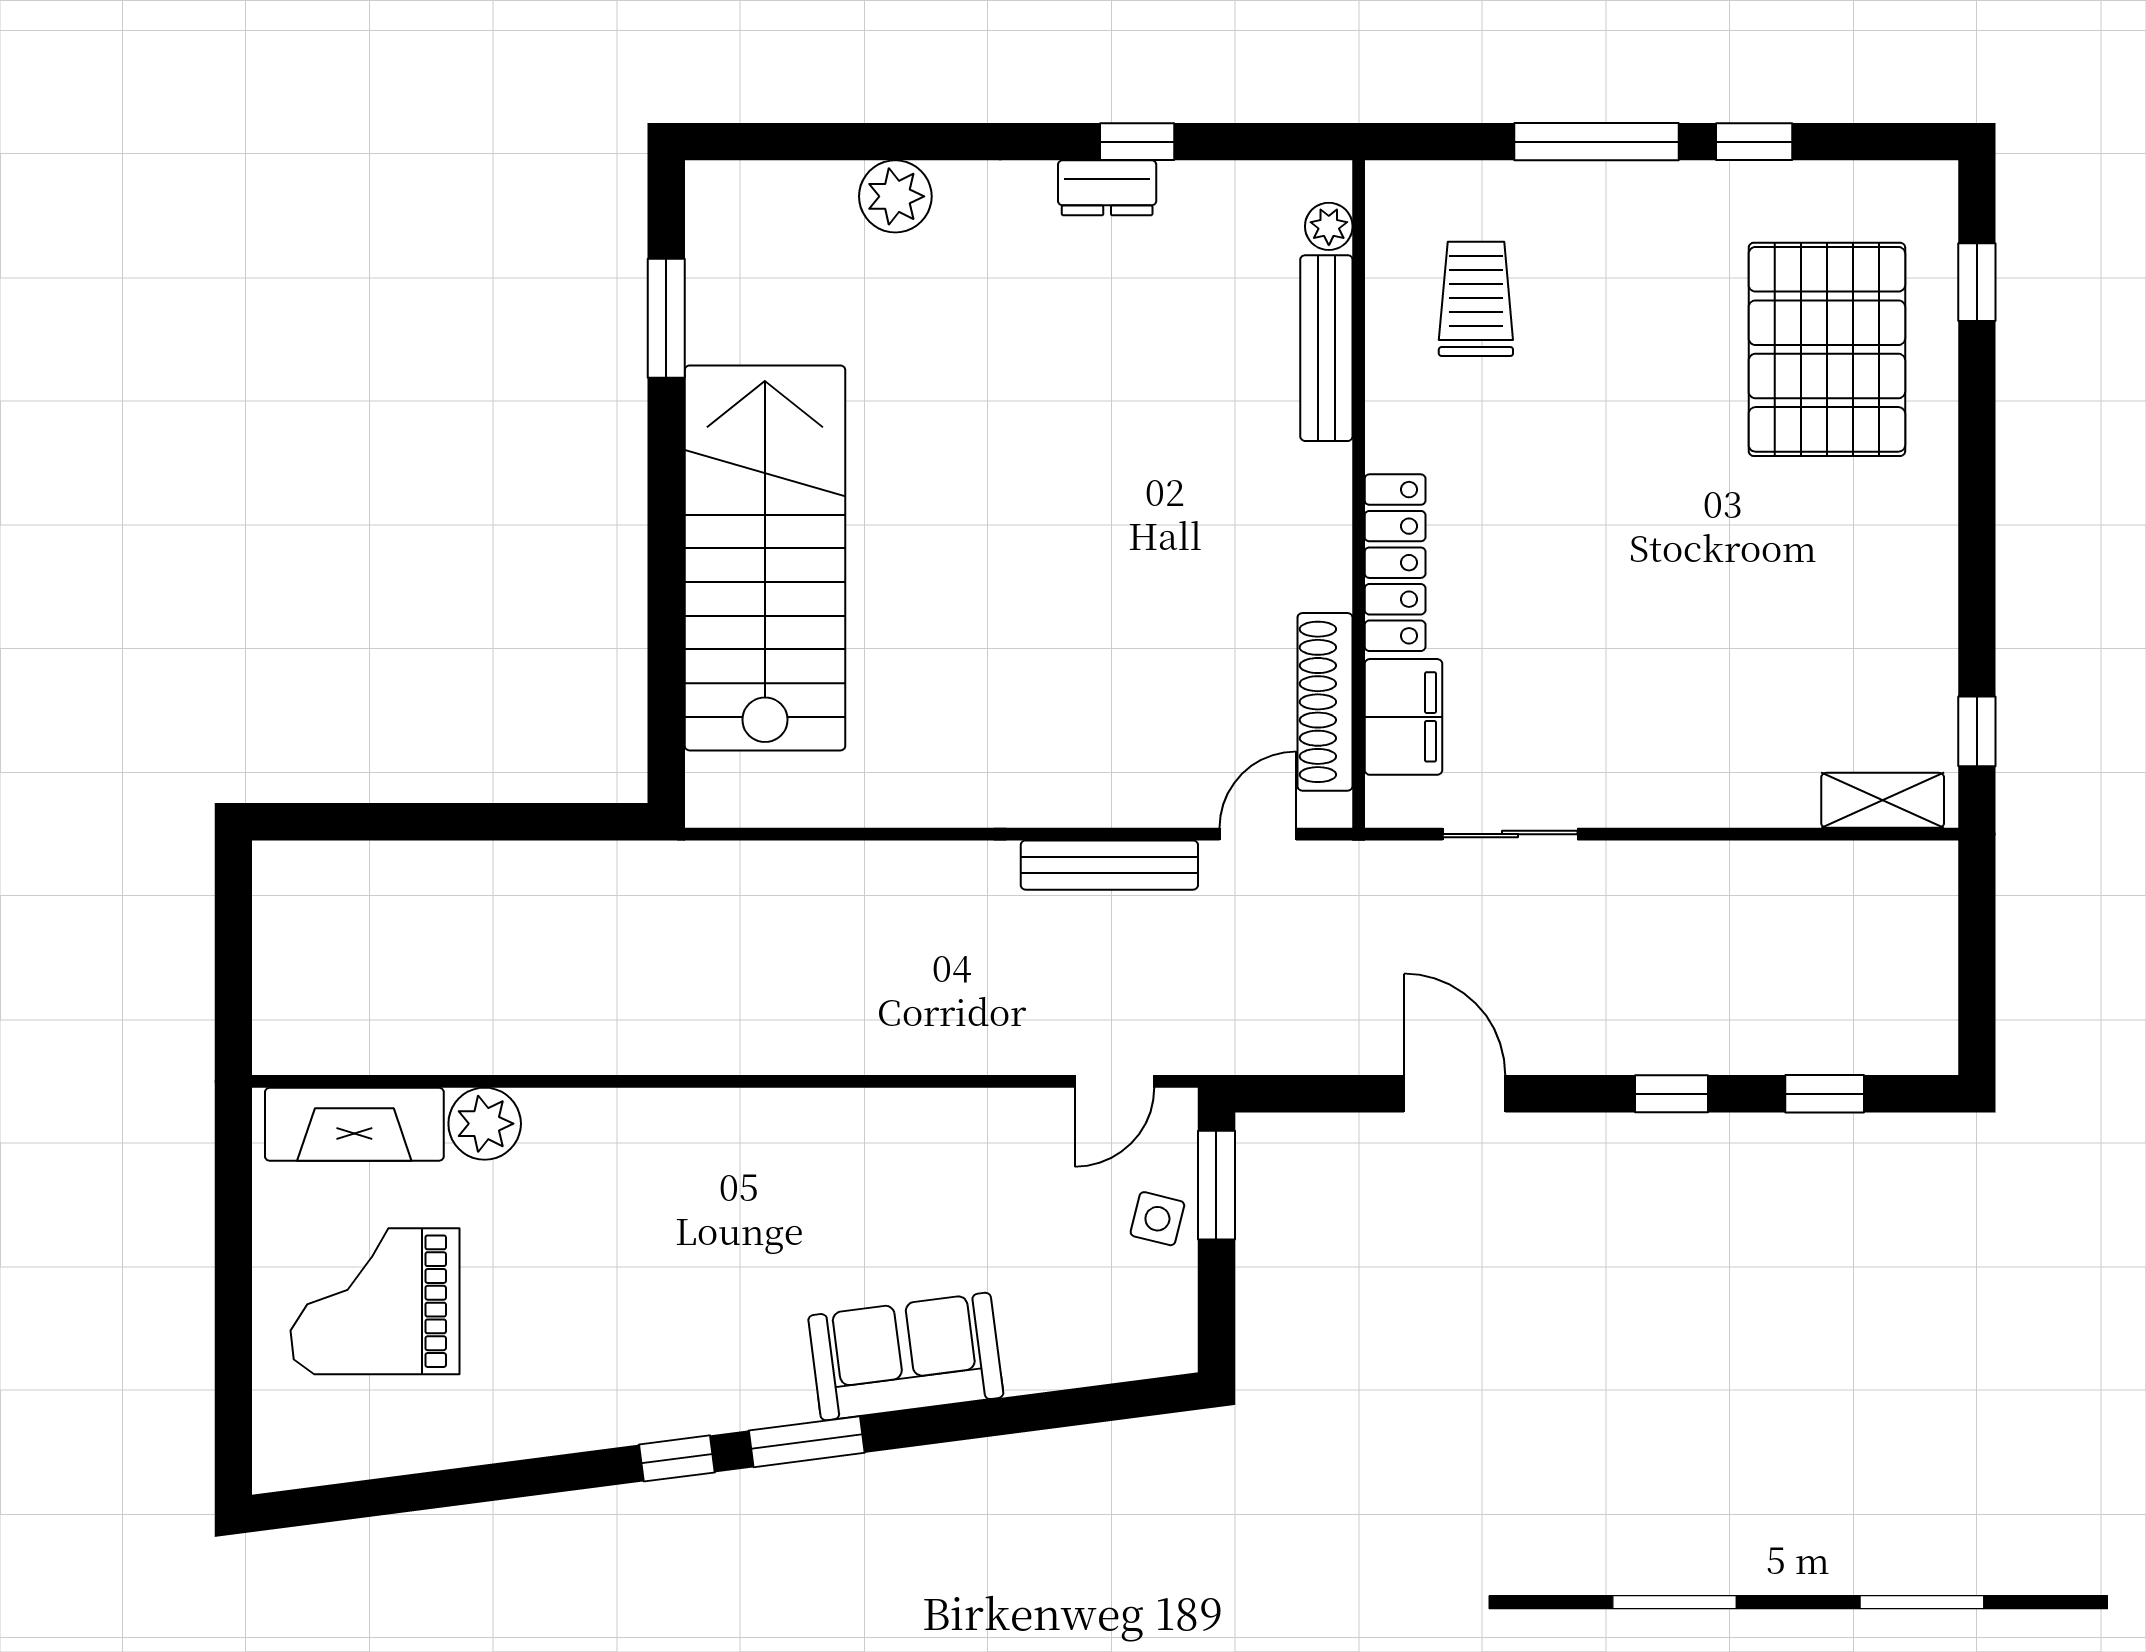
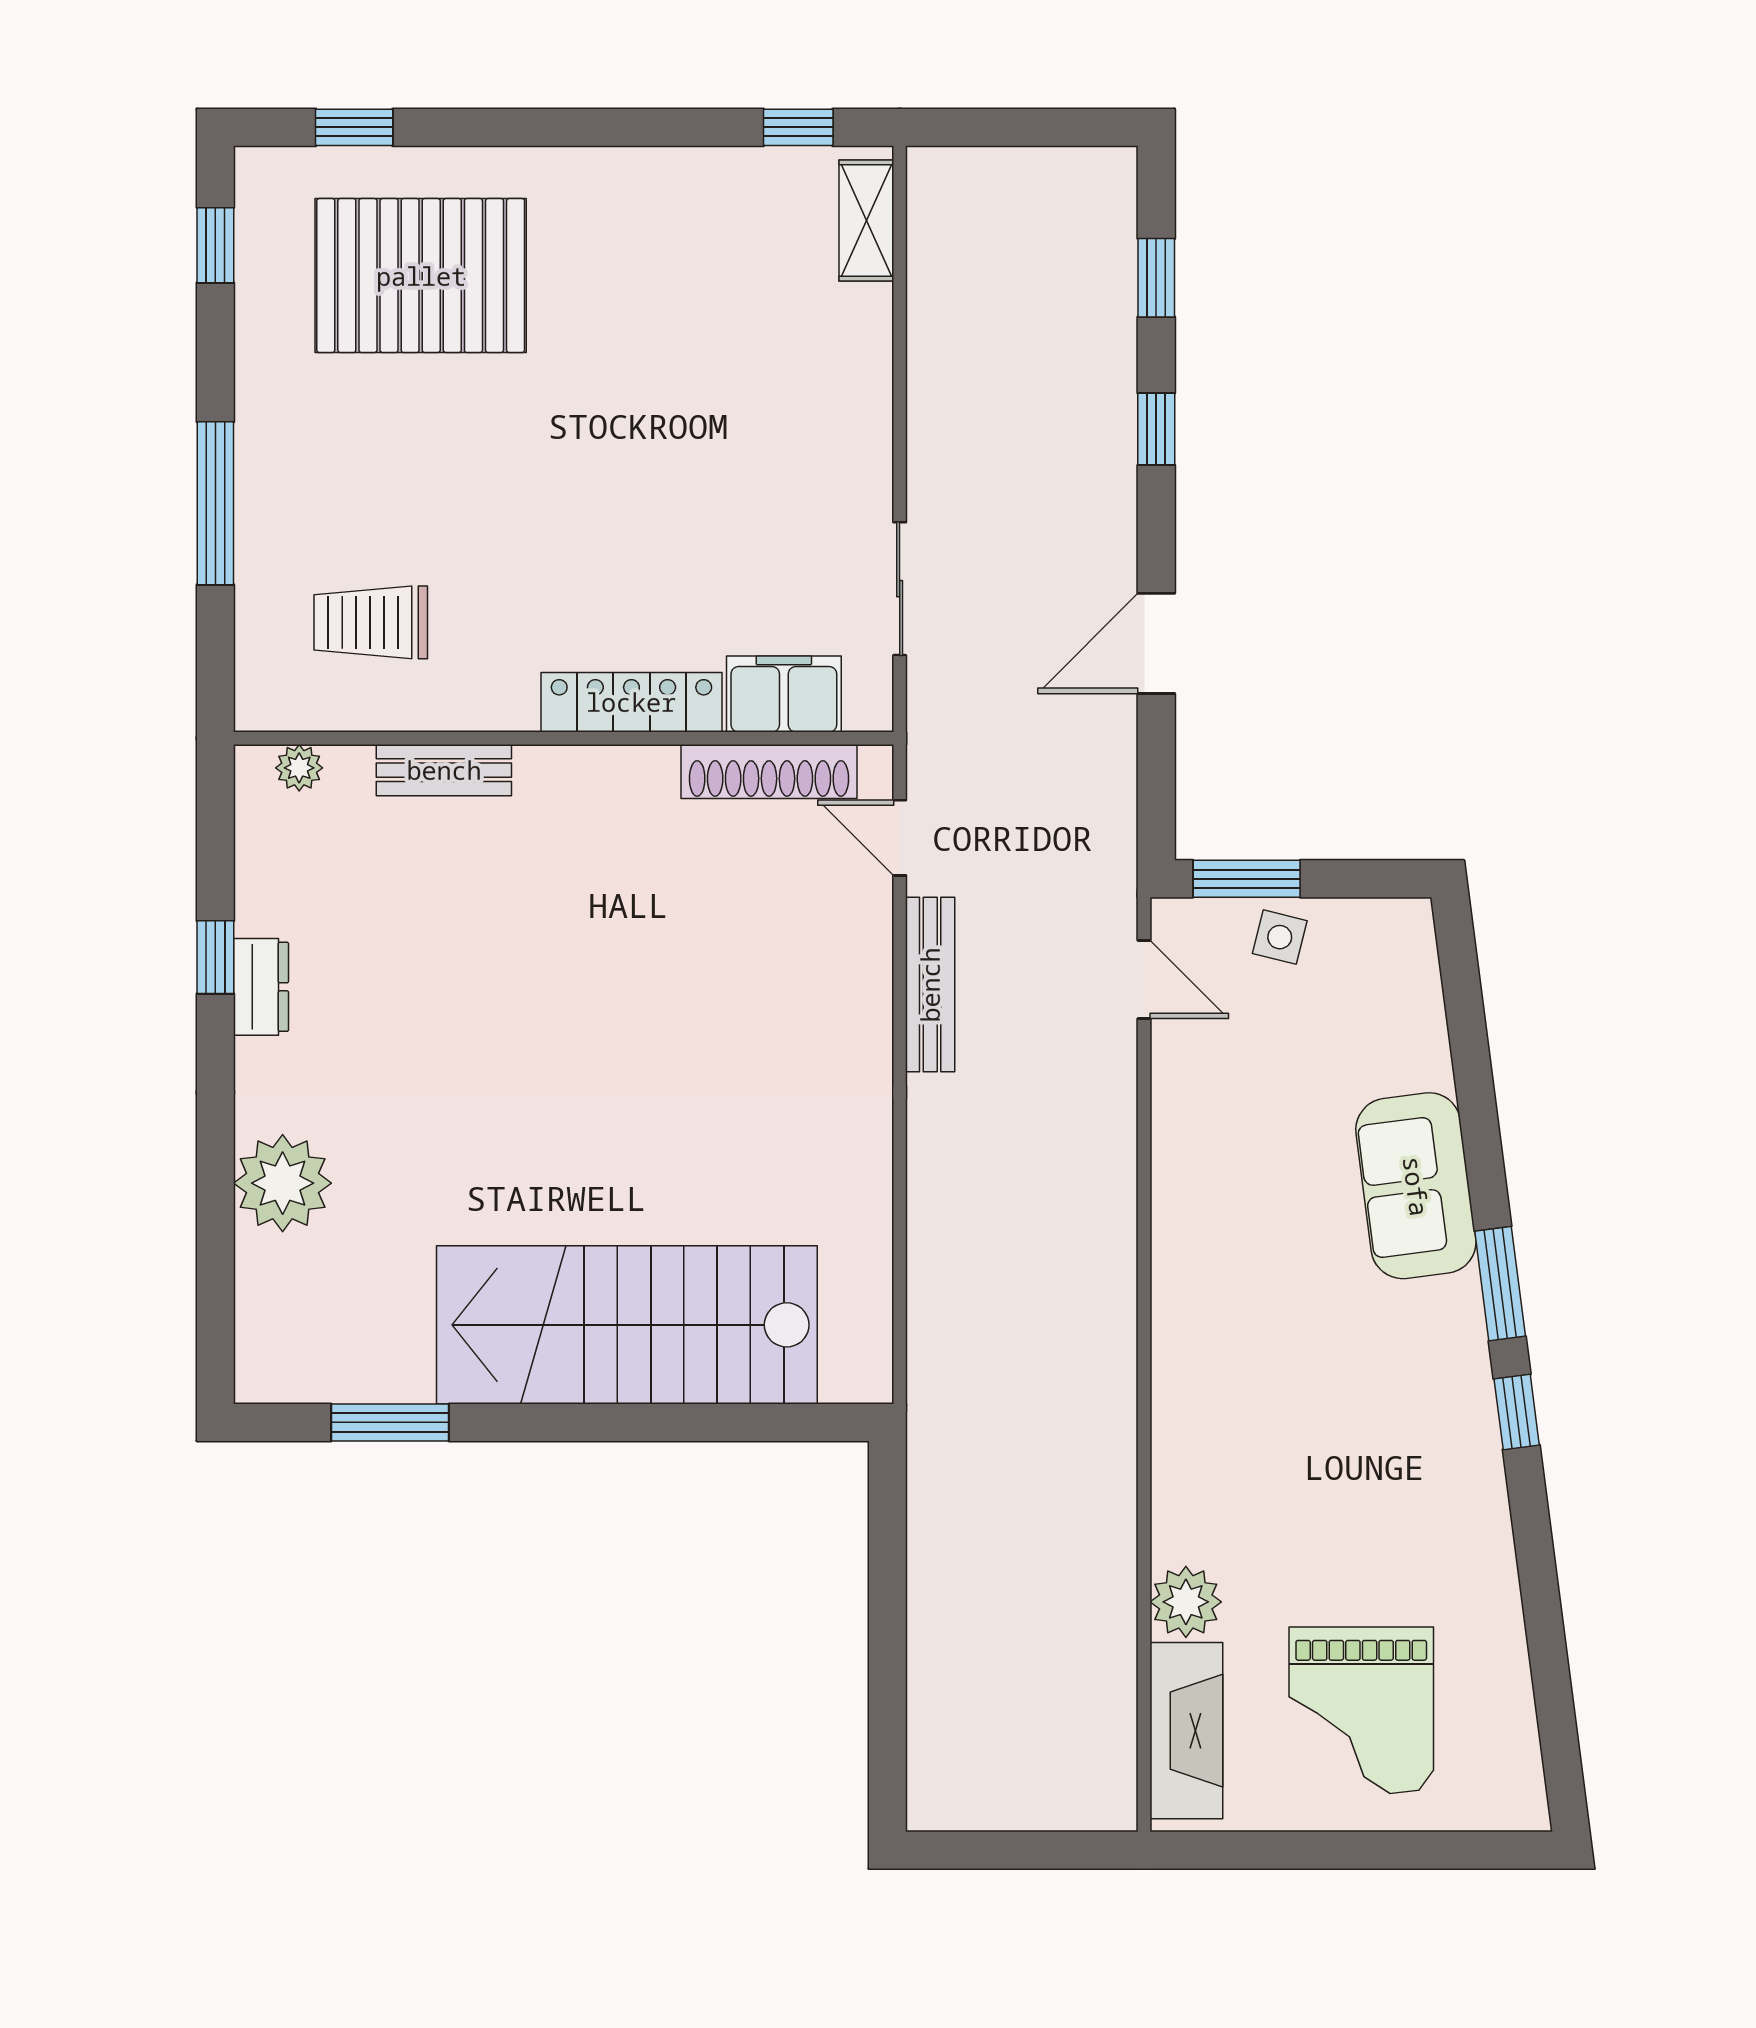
window: (1754, 142) -> (215, 245), moved
plant: (895, 196) -> (283, 1183), width x1.36, depth x1.36
bench: (1326, 348) -> (444, 770), width x0.73

